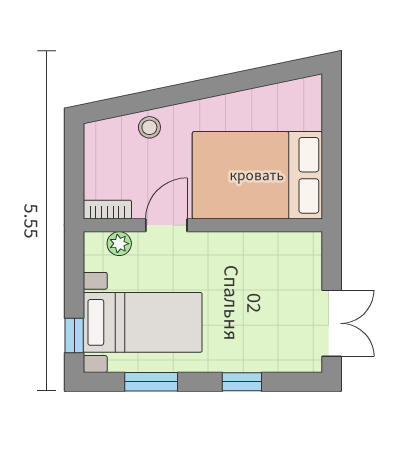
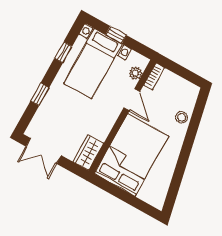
wardrobe: (293, 248) -> (88, 153), added
window: (74, 335) -> (116, 35), moved
window: (151, 382) -> (63, 52), width x0.67

